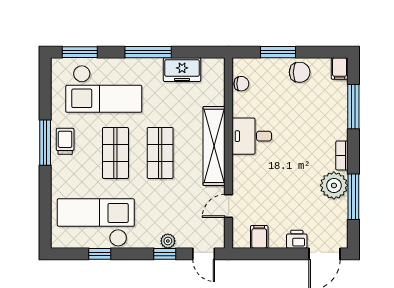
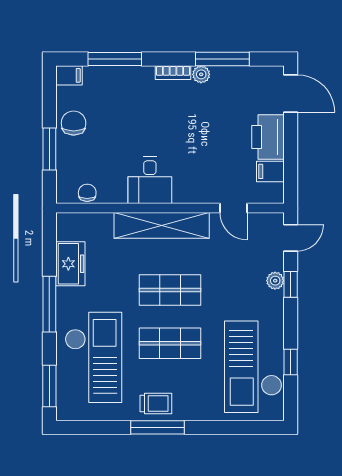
trolley: (65, 141) -> (156, 404), turned 180
plant: (334, 185) -> (201, 74), width x0.53, depth x0.53
printer: (297, 239) -> (268, 137), width x1.87, depth x1.48

